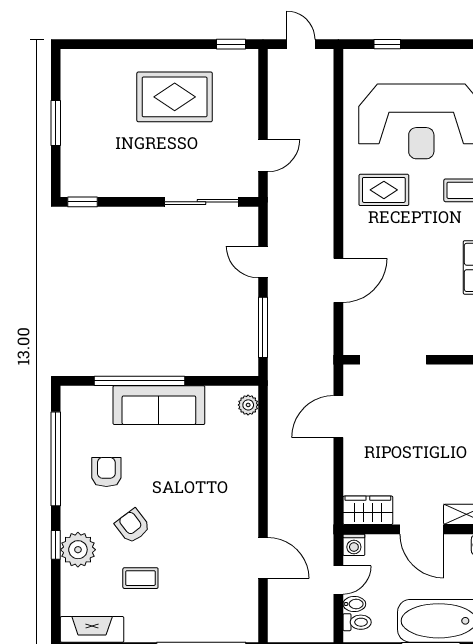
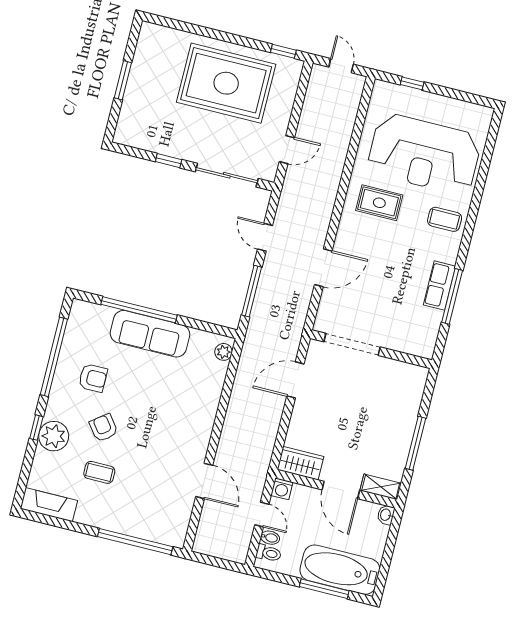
rug: (175, 97) -> (226, 83), width x1.37, depth x1.44
window: (83, 202) -> (169, 161), moved
armchair: (106, 472) -> (93, 378), turned 90
door: (338, 580) -> (262, 515), hinge flipped

